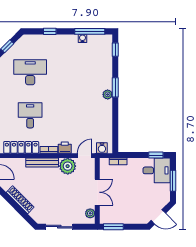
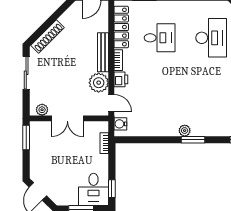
shoe rack: (20, 200) -> (48, 37), moved

